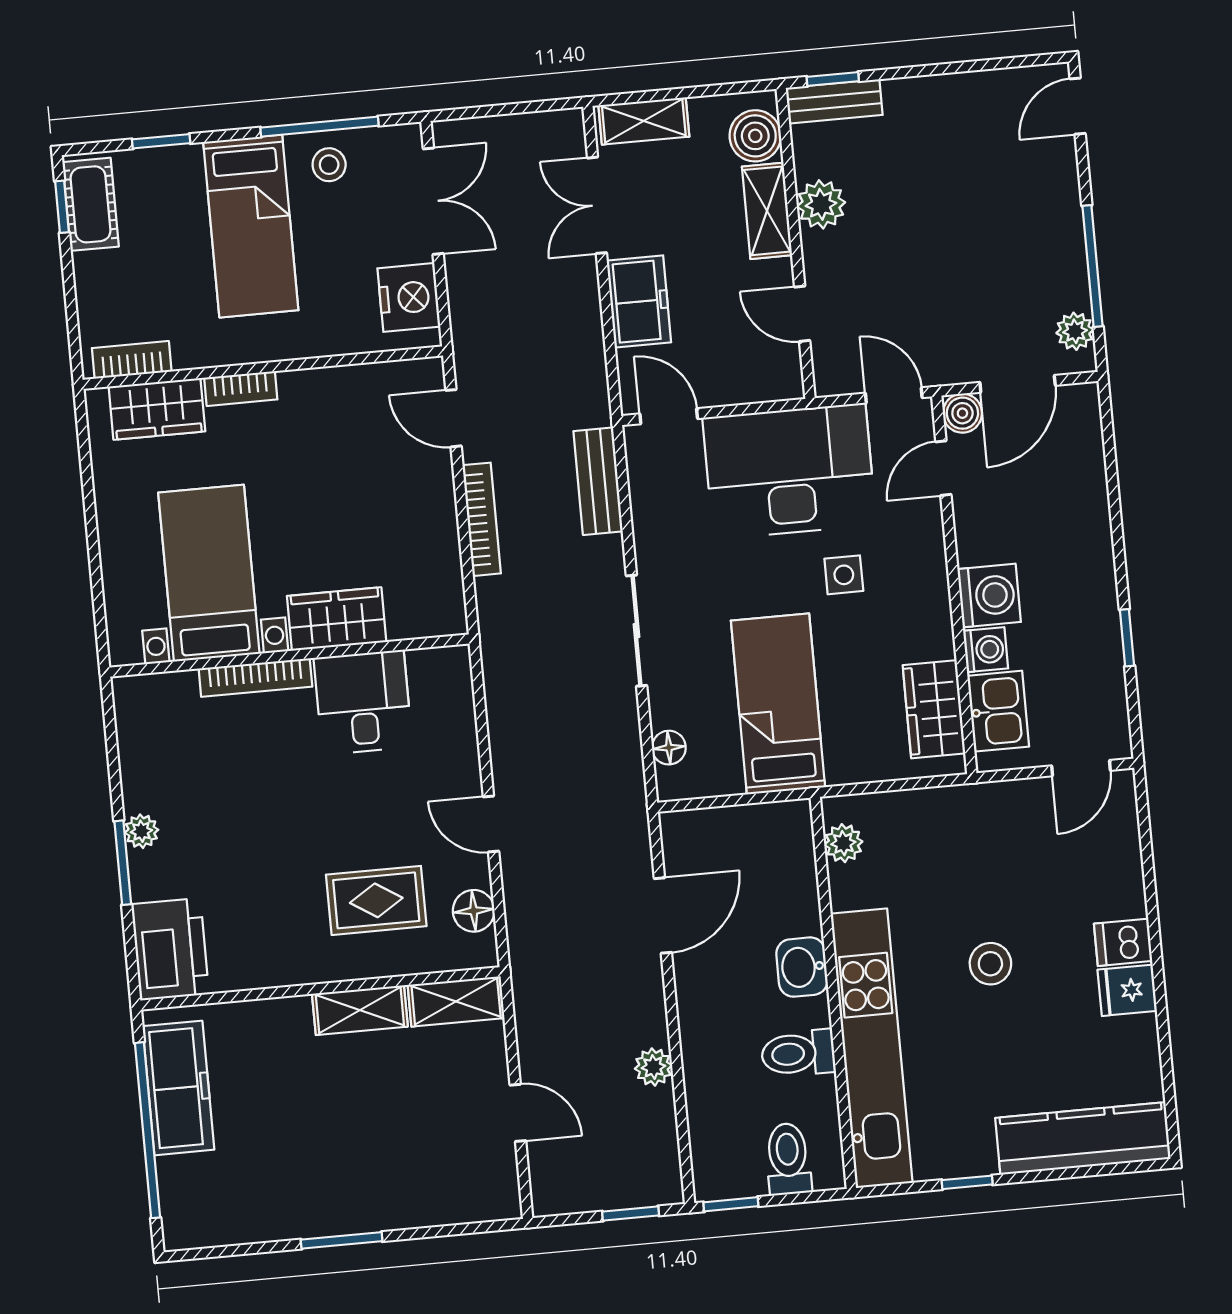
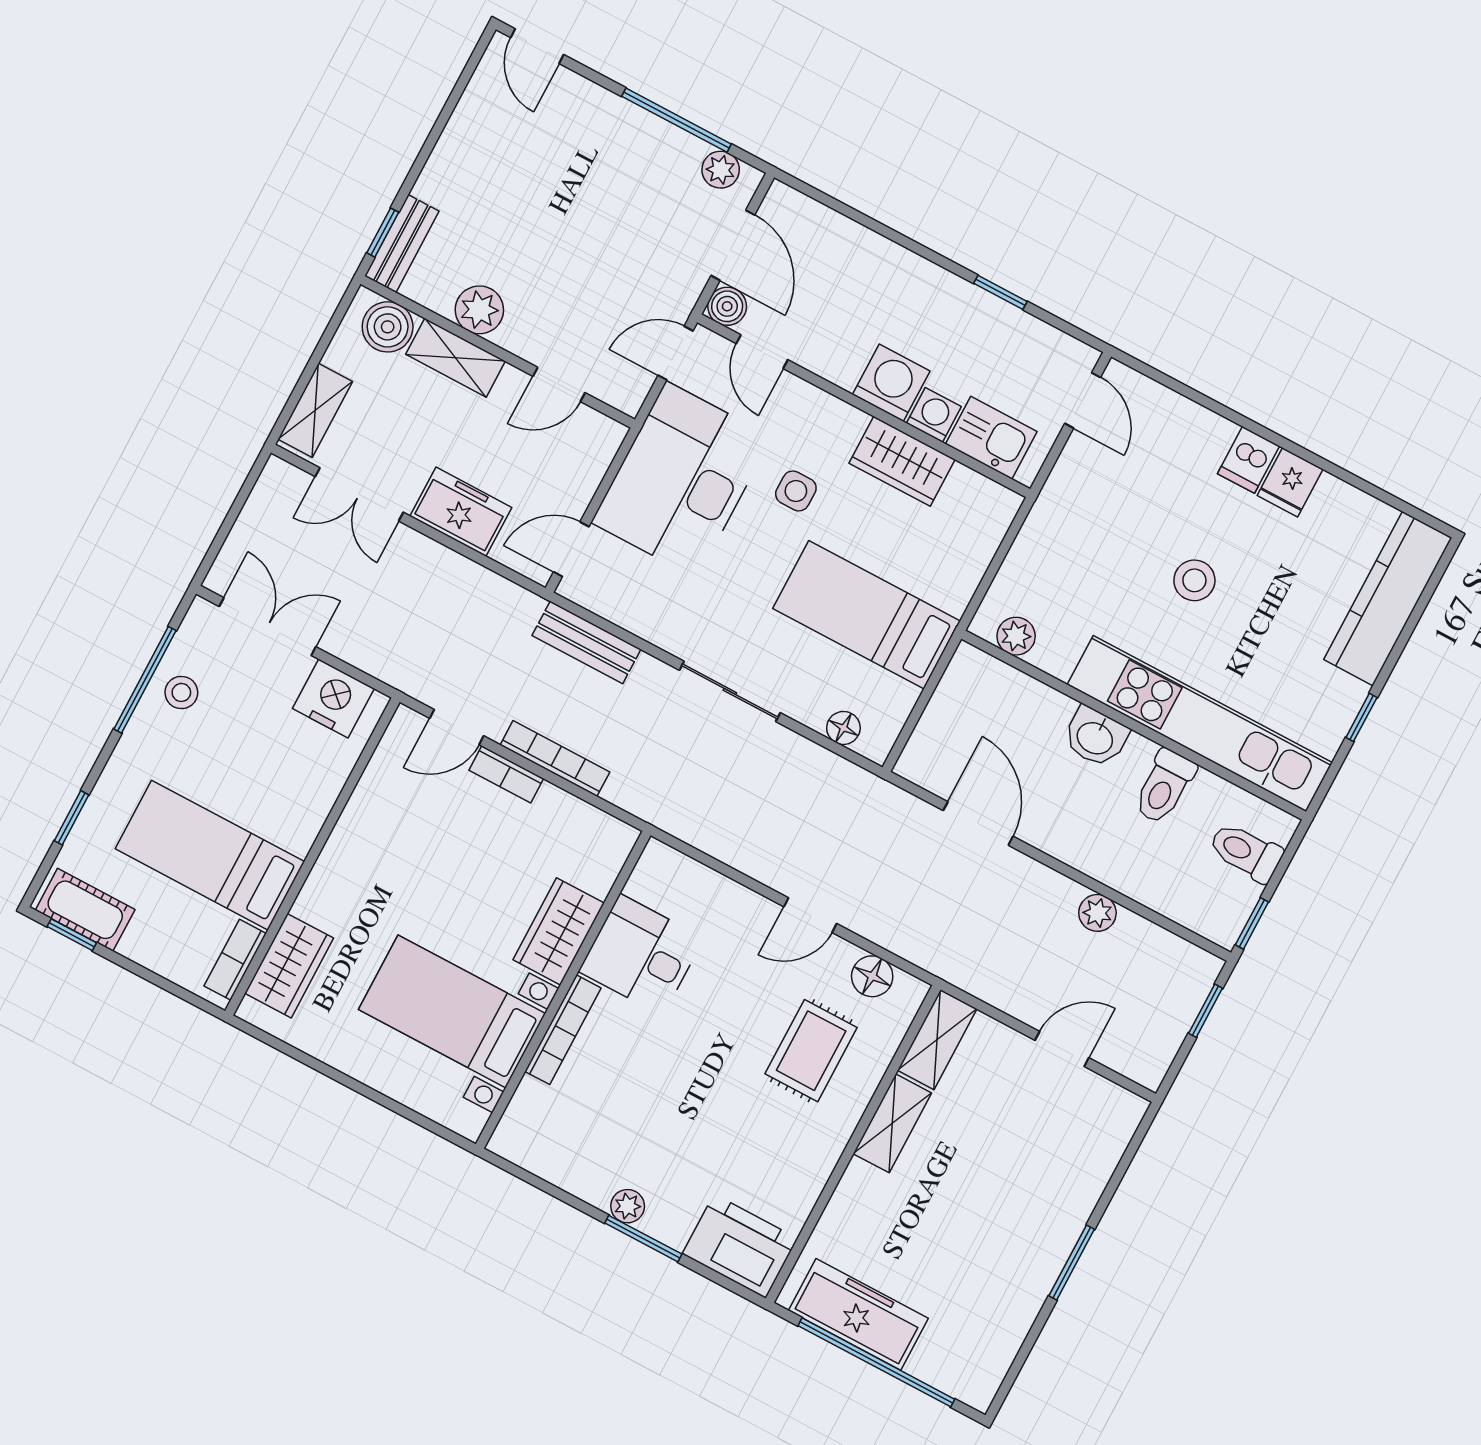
bed: (251, 226) -> (210, 855), moved, turned 180
bookcase: (241, 389) -> (506, 774), moved, turned 90
wardrobe: (934, 709) -> (902, 461), moved

